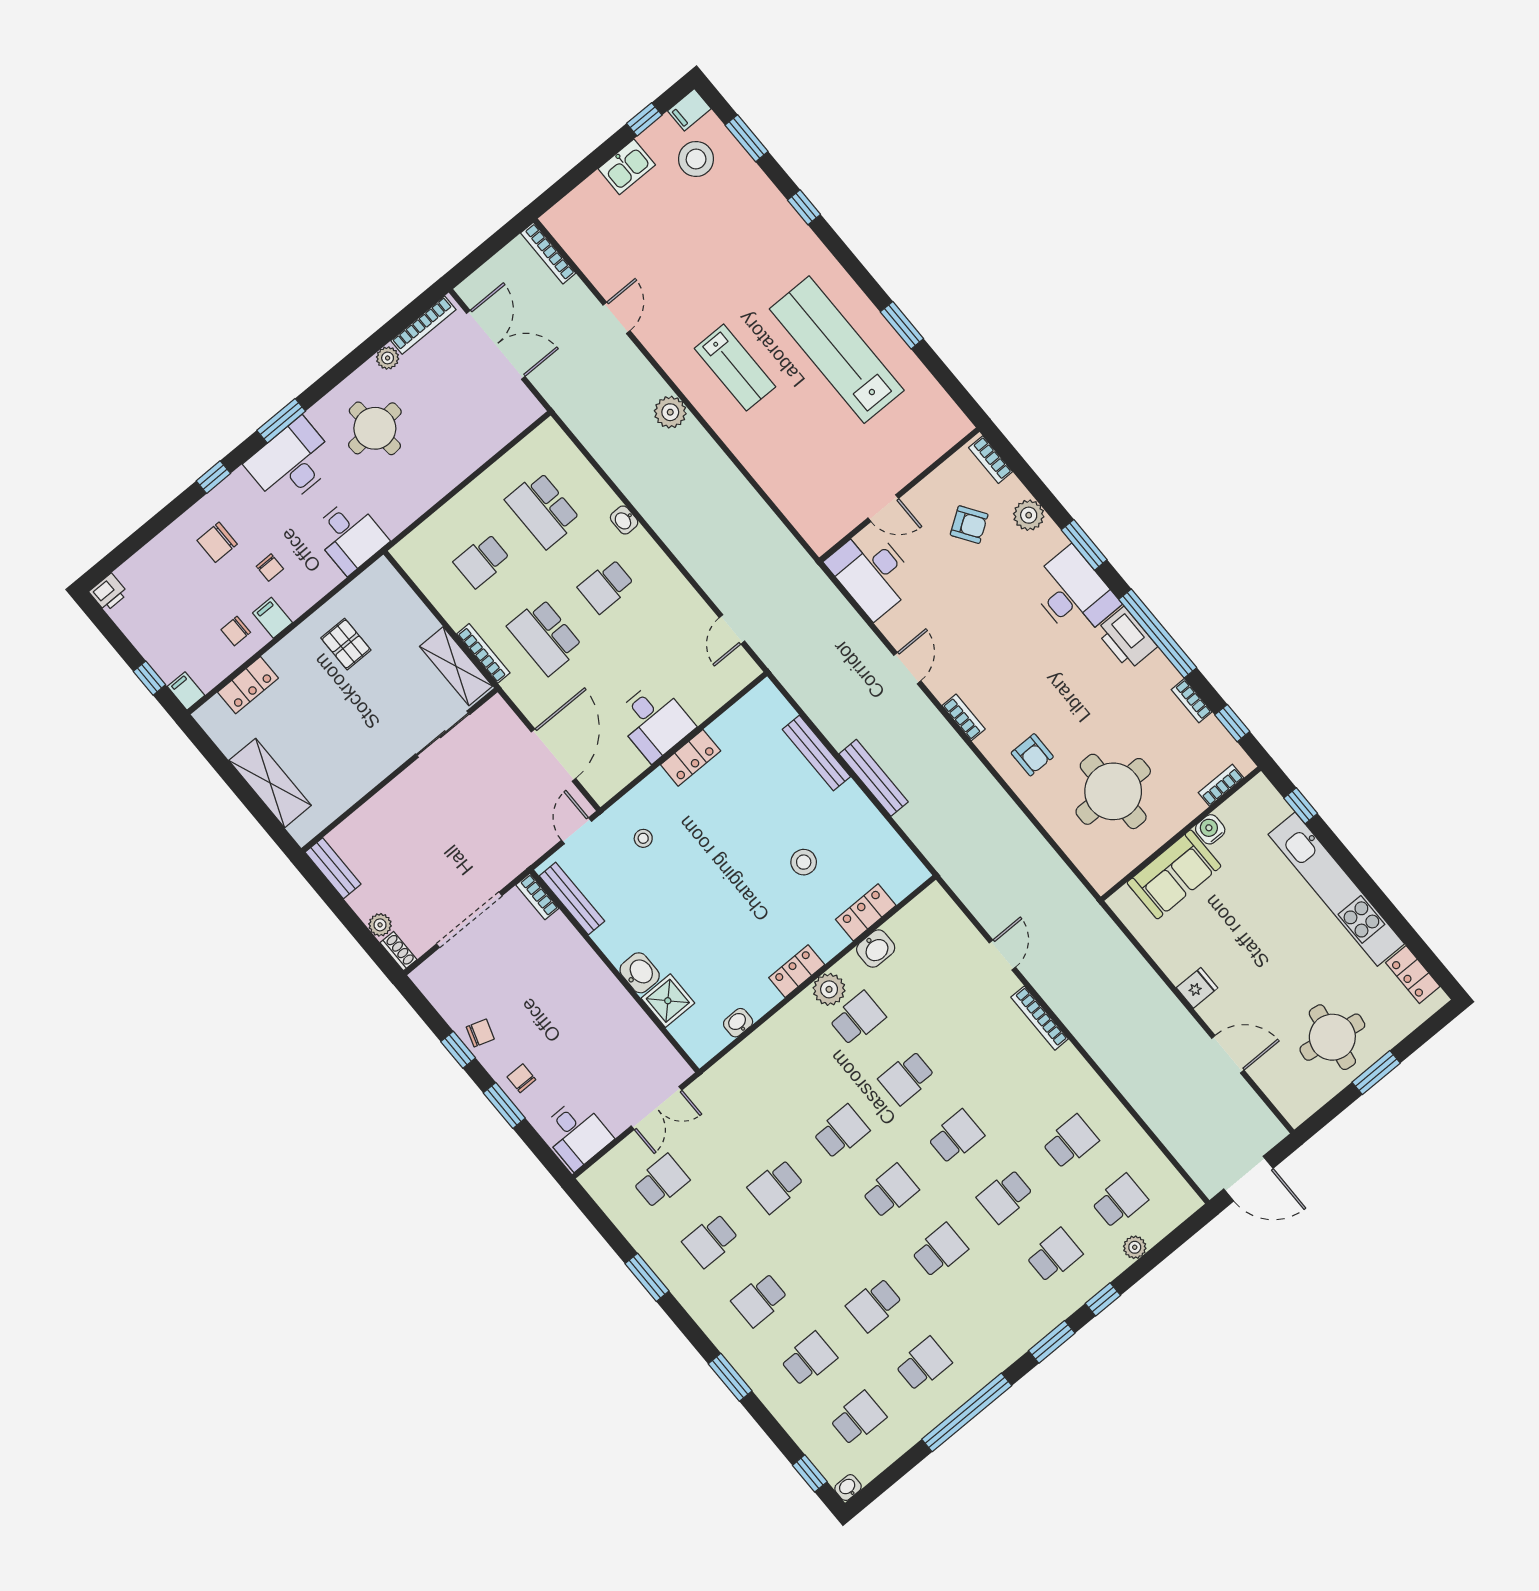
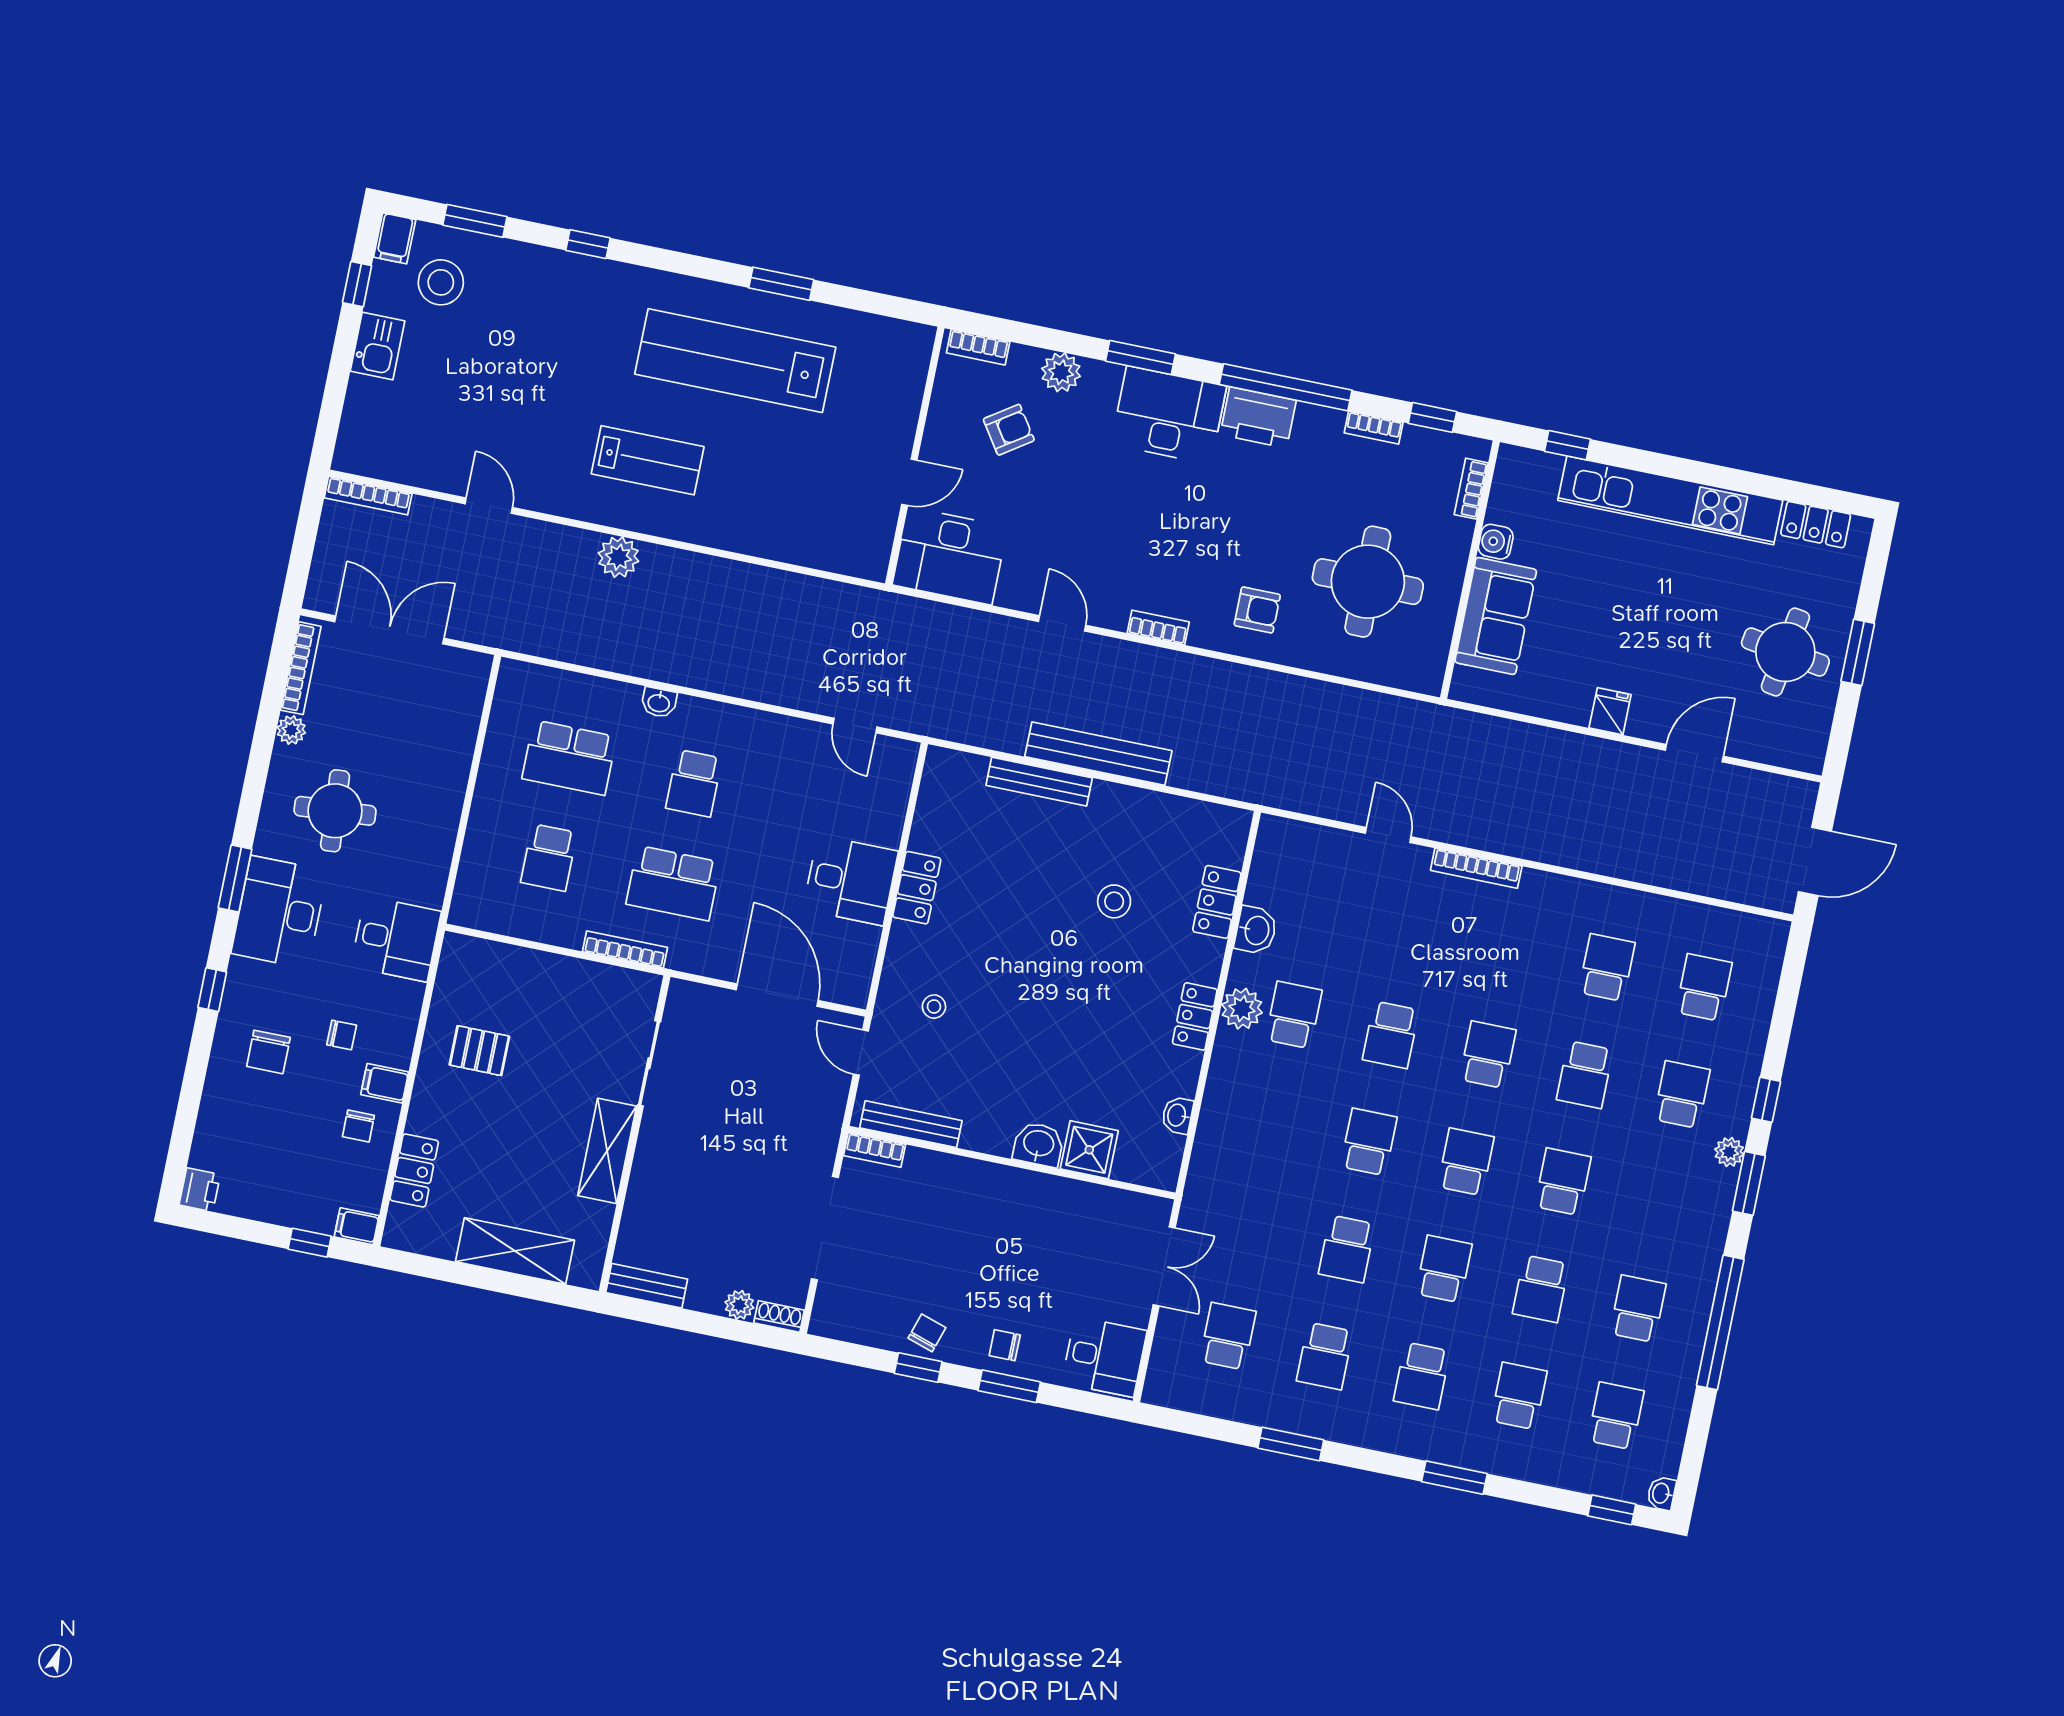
shelving: (456, 666) -> (607, 1151), moved, turned 90
bench: (874, 778) -> (1098, 754), width x1.37, depth x1.21
school desk: (825, 1245) -> (1444, 1269), added
plant: (1135, 1247) -> (1729, 1152), moved

